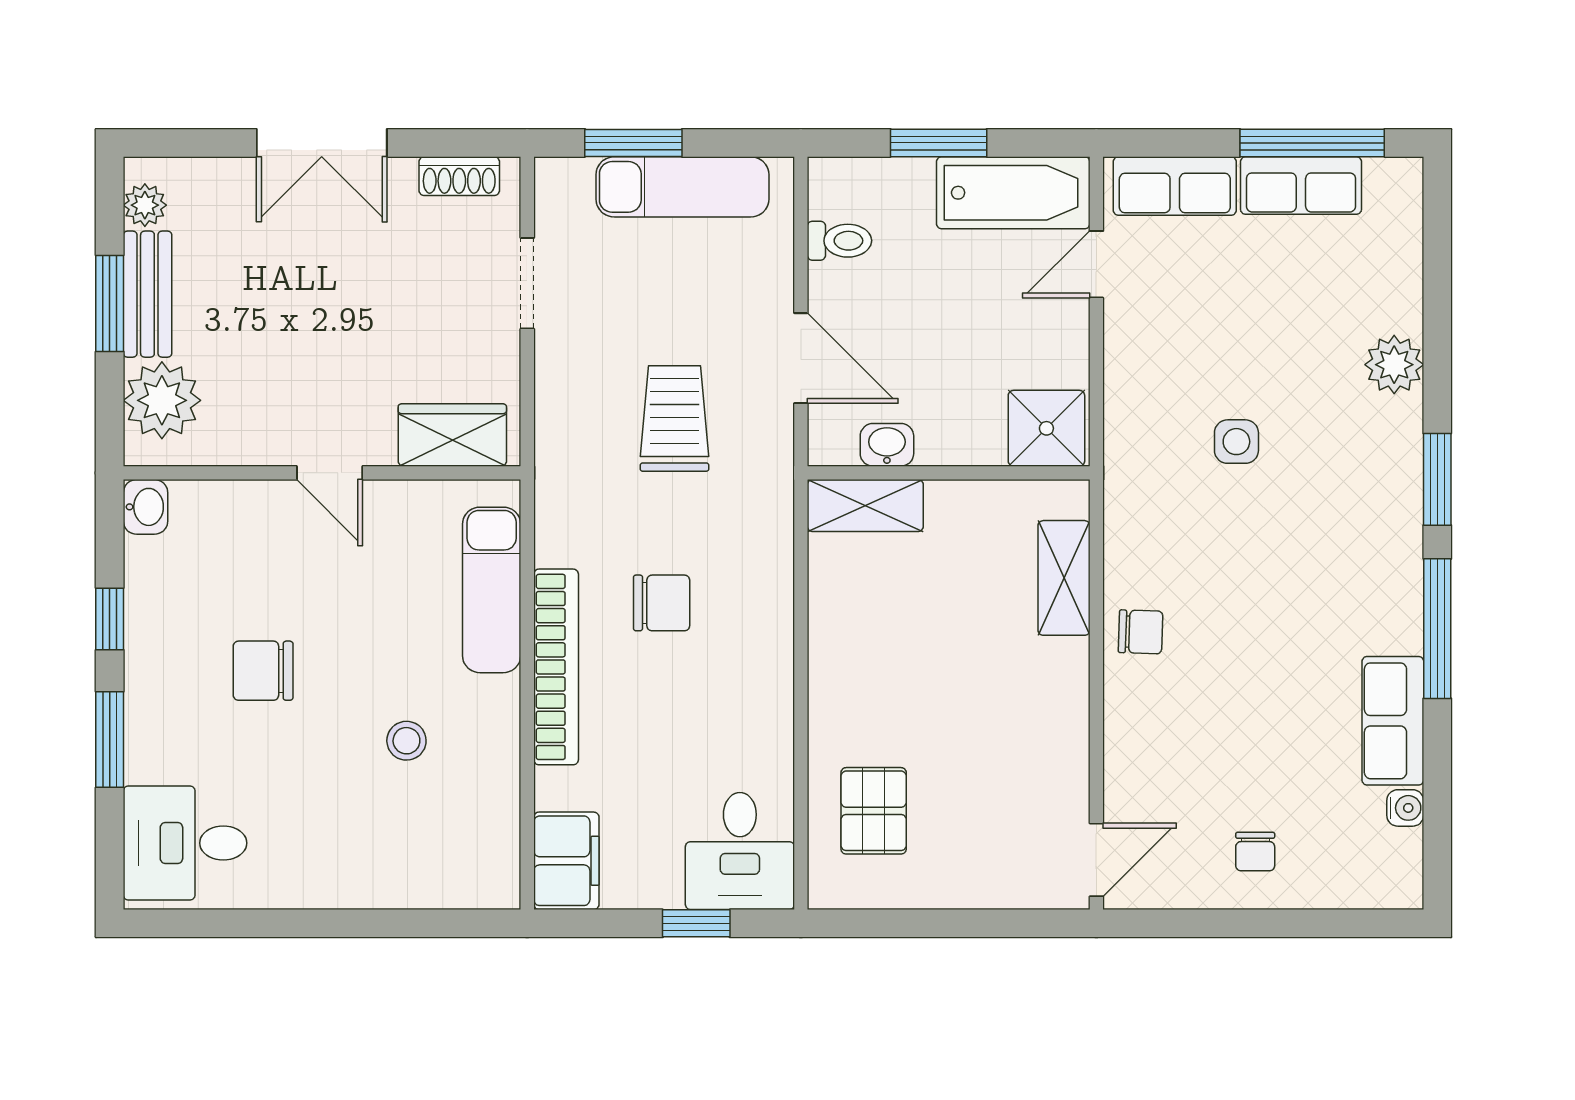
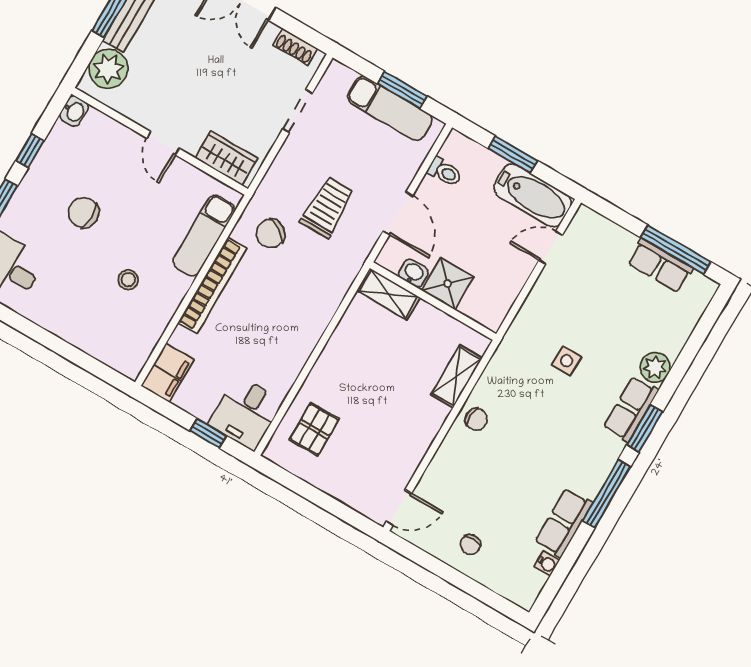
window: (633, 143) -> (402, 90), moved
row of seats: (1175, 186) -> (631, 409), moved, turned 90
shower: (1046, 428) -> (448, 283), moved
chair: (662, 603) -> (271, 233), moved, turned 123

